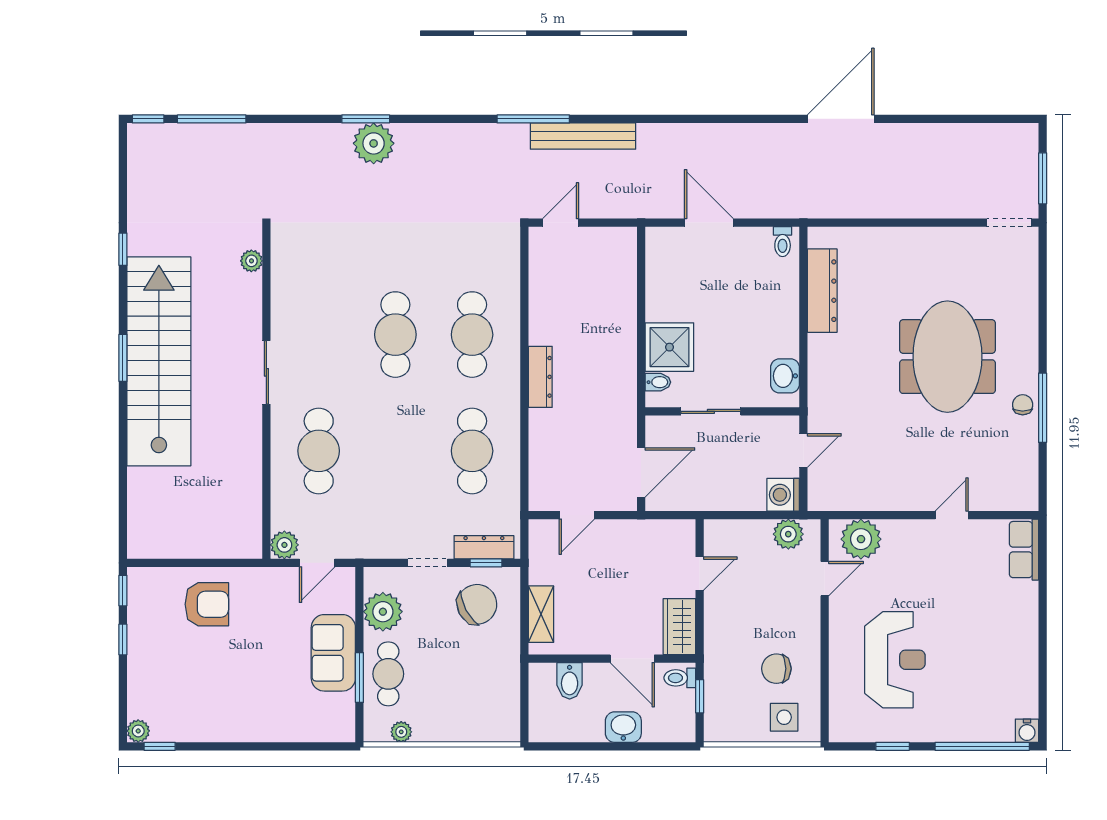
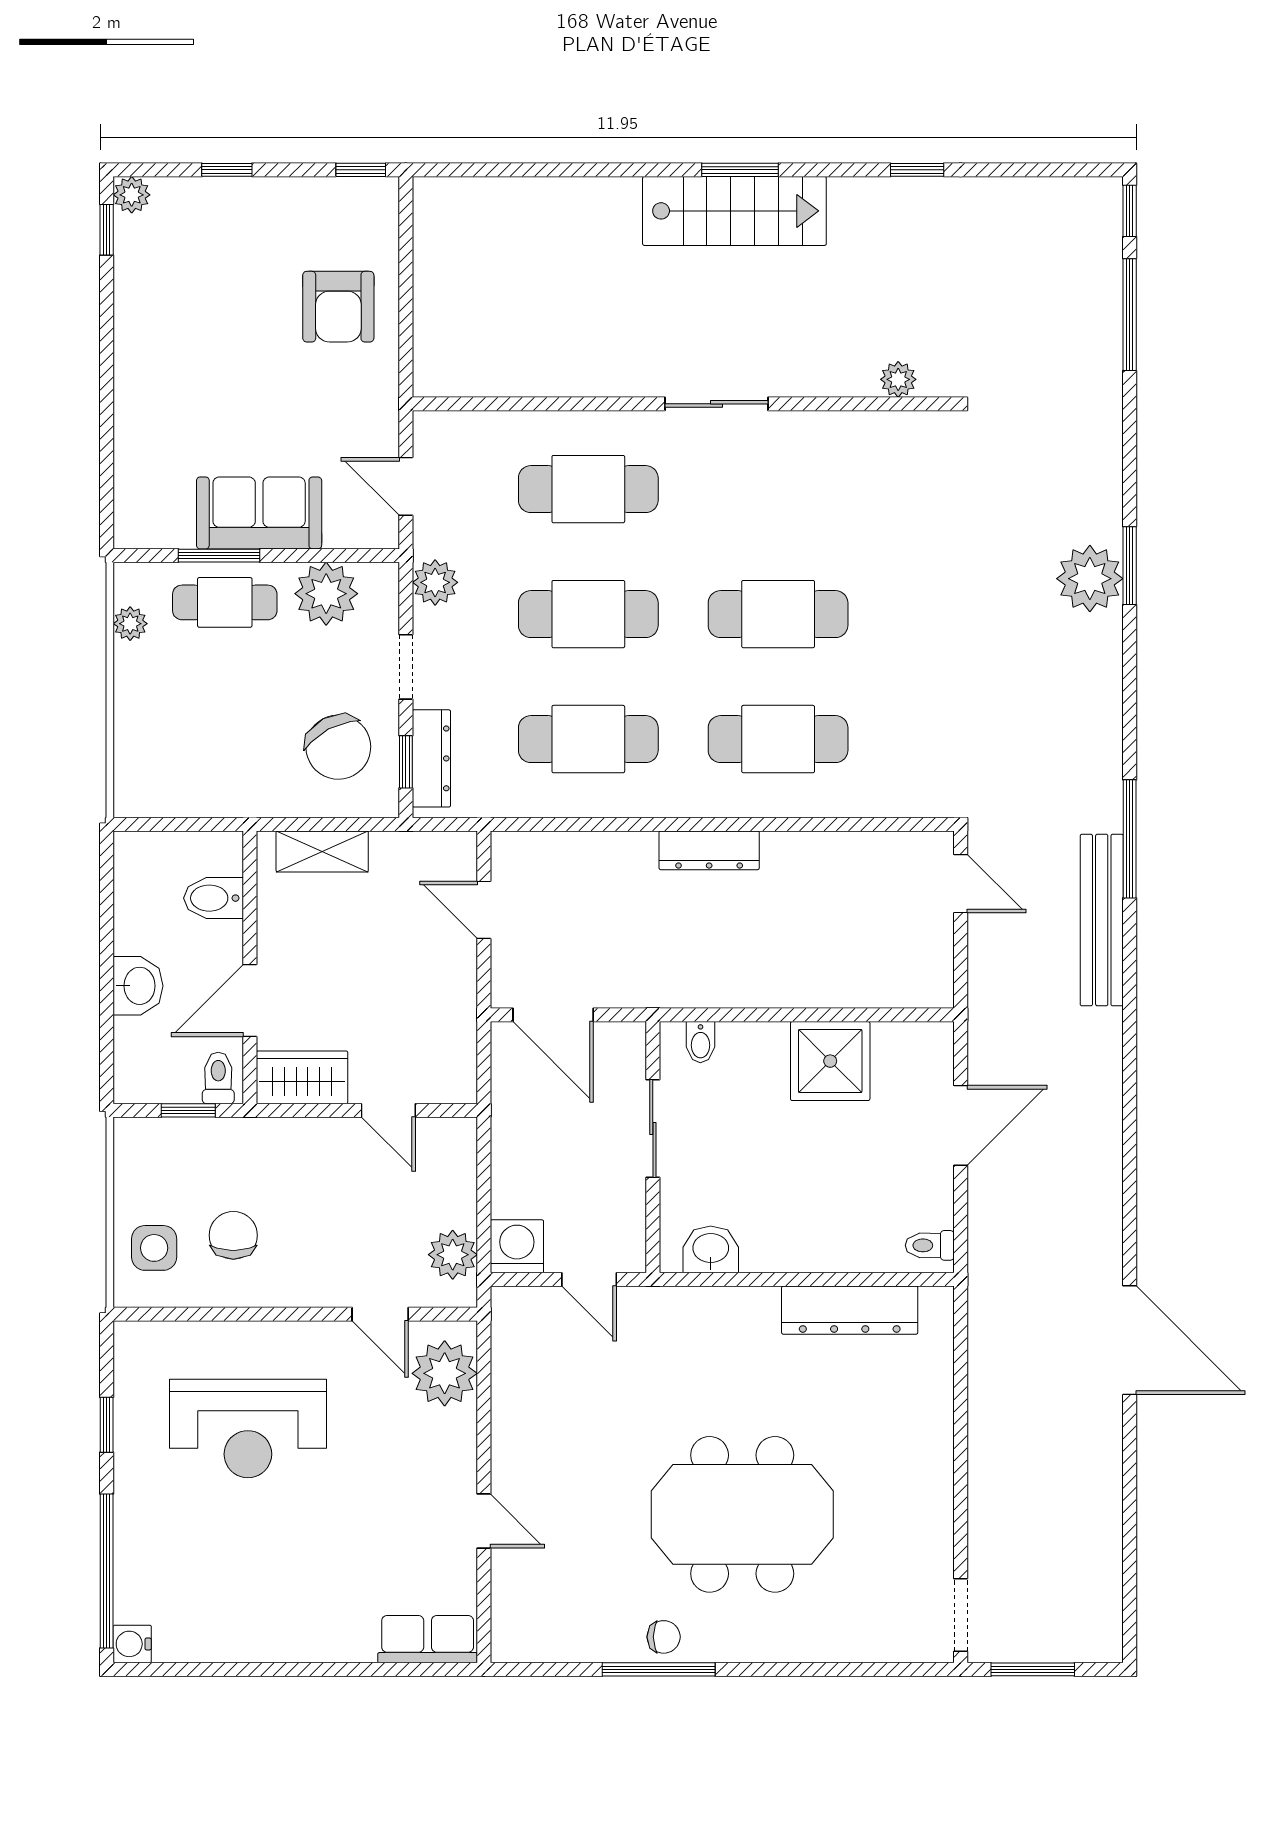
shower: (669, 347) -> (830, 1061), moved
stairs: (159, 361) -> (734, 211), width x0.54, depth x0.66
cafe table: (395, 451) -> (588, 614), added
plant: (284, 545) -> (435, 582), moved
window: (123, 639) -> (227, 170), moved

